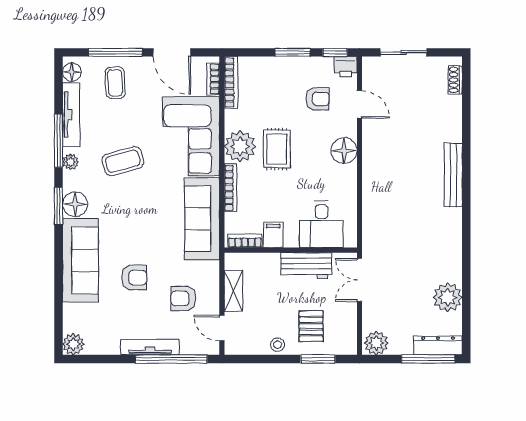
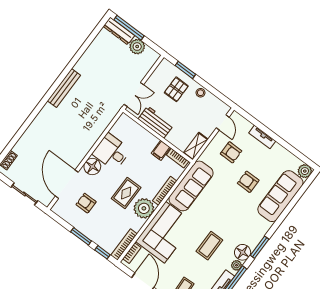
window: (335, 52) -> (102, 252), moved
printer: (346, 67) -> (59, 209), removed
door: (359, 104) -> (67, 184), width x1.87
coffee table: (123, 161) -> (209, 246), turned -75
bench: (453, 175) -> (64, 88), moved
floor lamp: (75, 204) -> (243, 252), moved
desk: (321, 224) -> (112, 152), moved, turned -90
sofa: (80, 260) -> (280, 196), moved
shelving: (234, 291) -> (196, 146), moved
plant: (448, 297) -> (95, 52), removed
plant: (376, 343) -> (137, 47), moved
tv unit: (150, 347) -> (262, 137), width x0.71
window: (171, 359) -> (260, 126), removed

